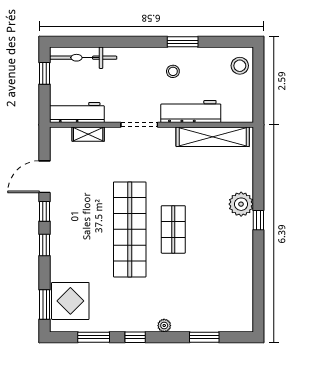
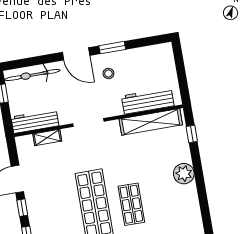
door: (139, 42) -> (76, 54), added
stool: (240, 66) -> (163, 59), removed
workbench: (191, 111) -> (148, 101), moved
window: (258, 220) -> (192, 134), moved

